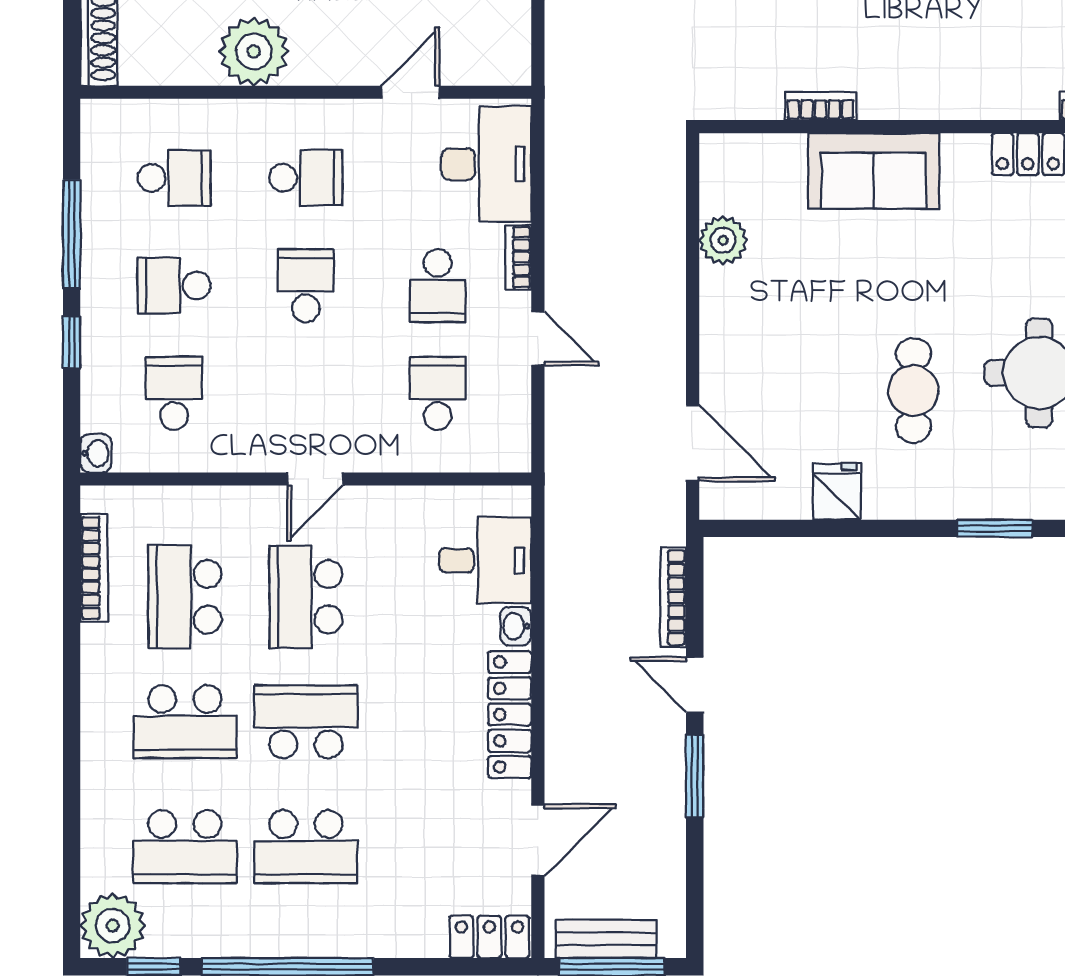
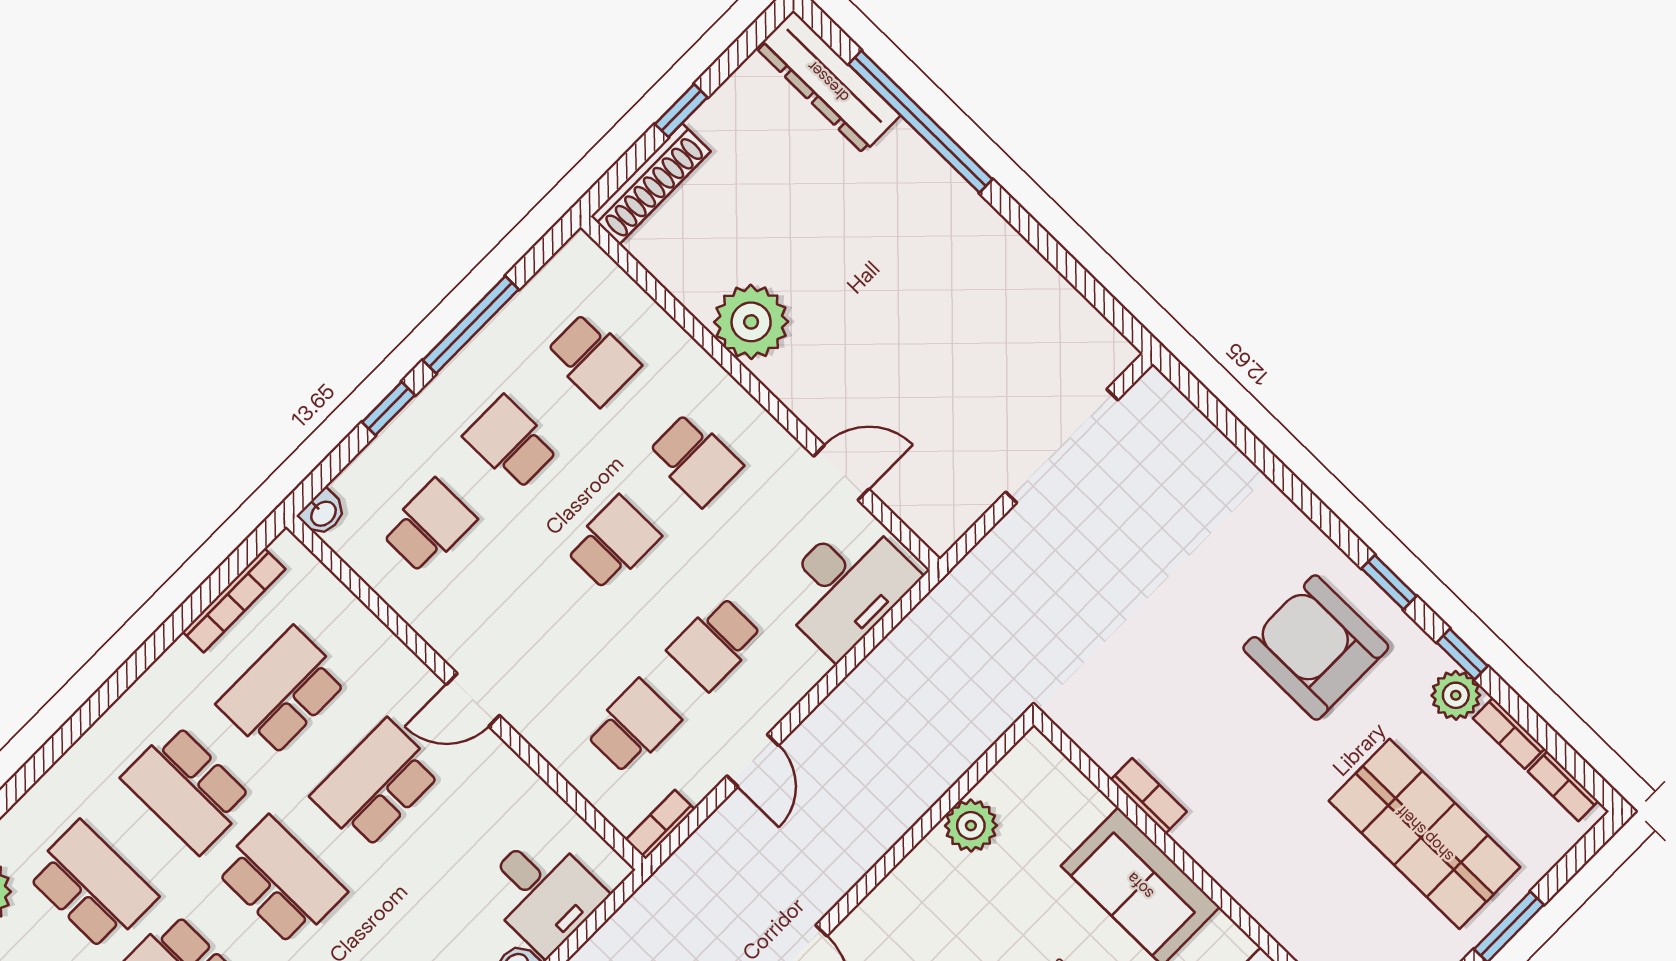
bookcase: (518, 257) -> (660, 825), moved
school desk: (185, 847) -> (92, 886), turned 180

